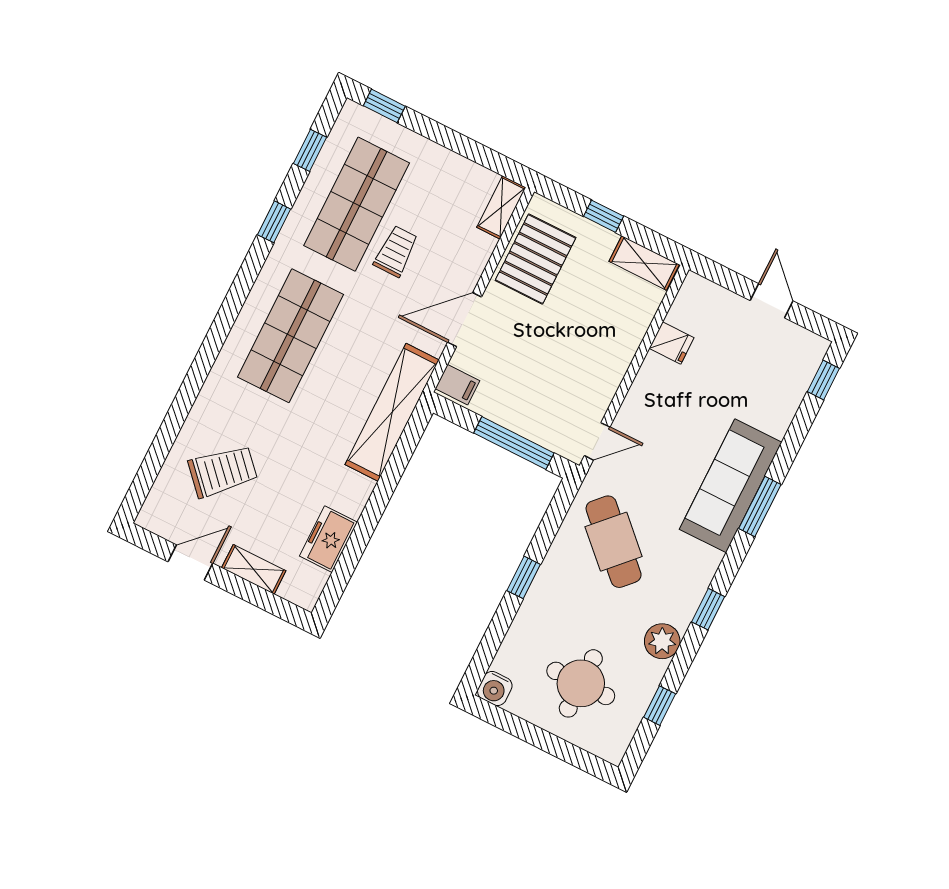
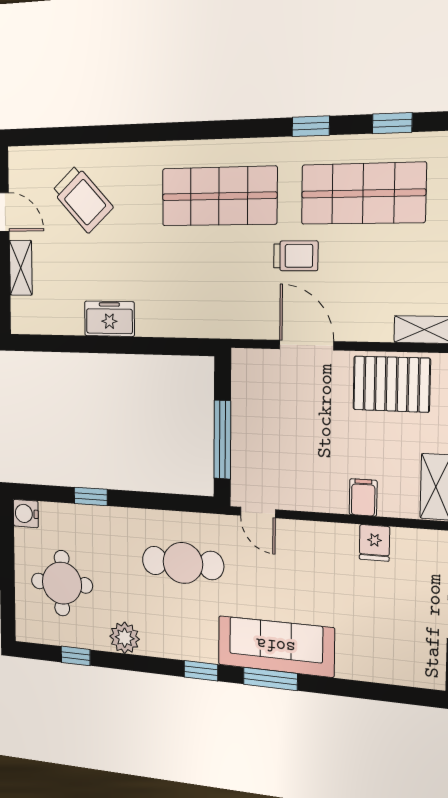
trolley: (396, 251) -> (296, 256), moved
window: (823, 380) -> (406, 695), removed
filing cabinet: (457, 385) -> (363, 497), moved, turned 180
shelving: (392, 412) -> (198, 320), removed
freezer: (328, 539) -> (109, 319), moved
cafe table: (614, 542) -> (183, 563), turned 46
window: (524, 577) -> (91, 496), moved
window: (708, 609) -> (201, 671), moved

